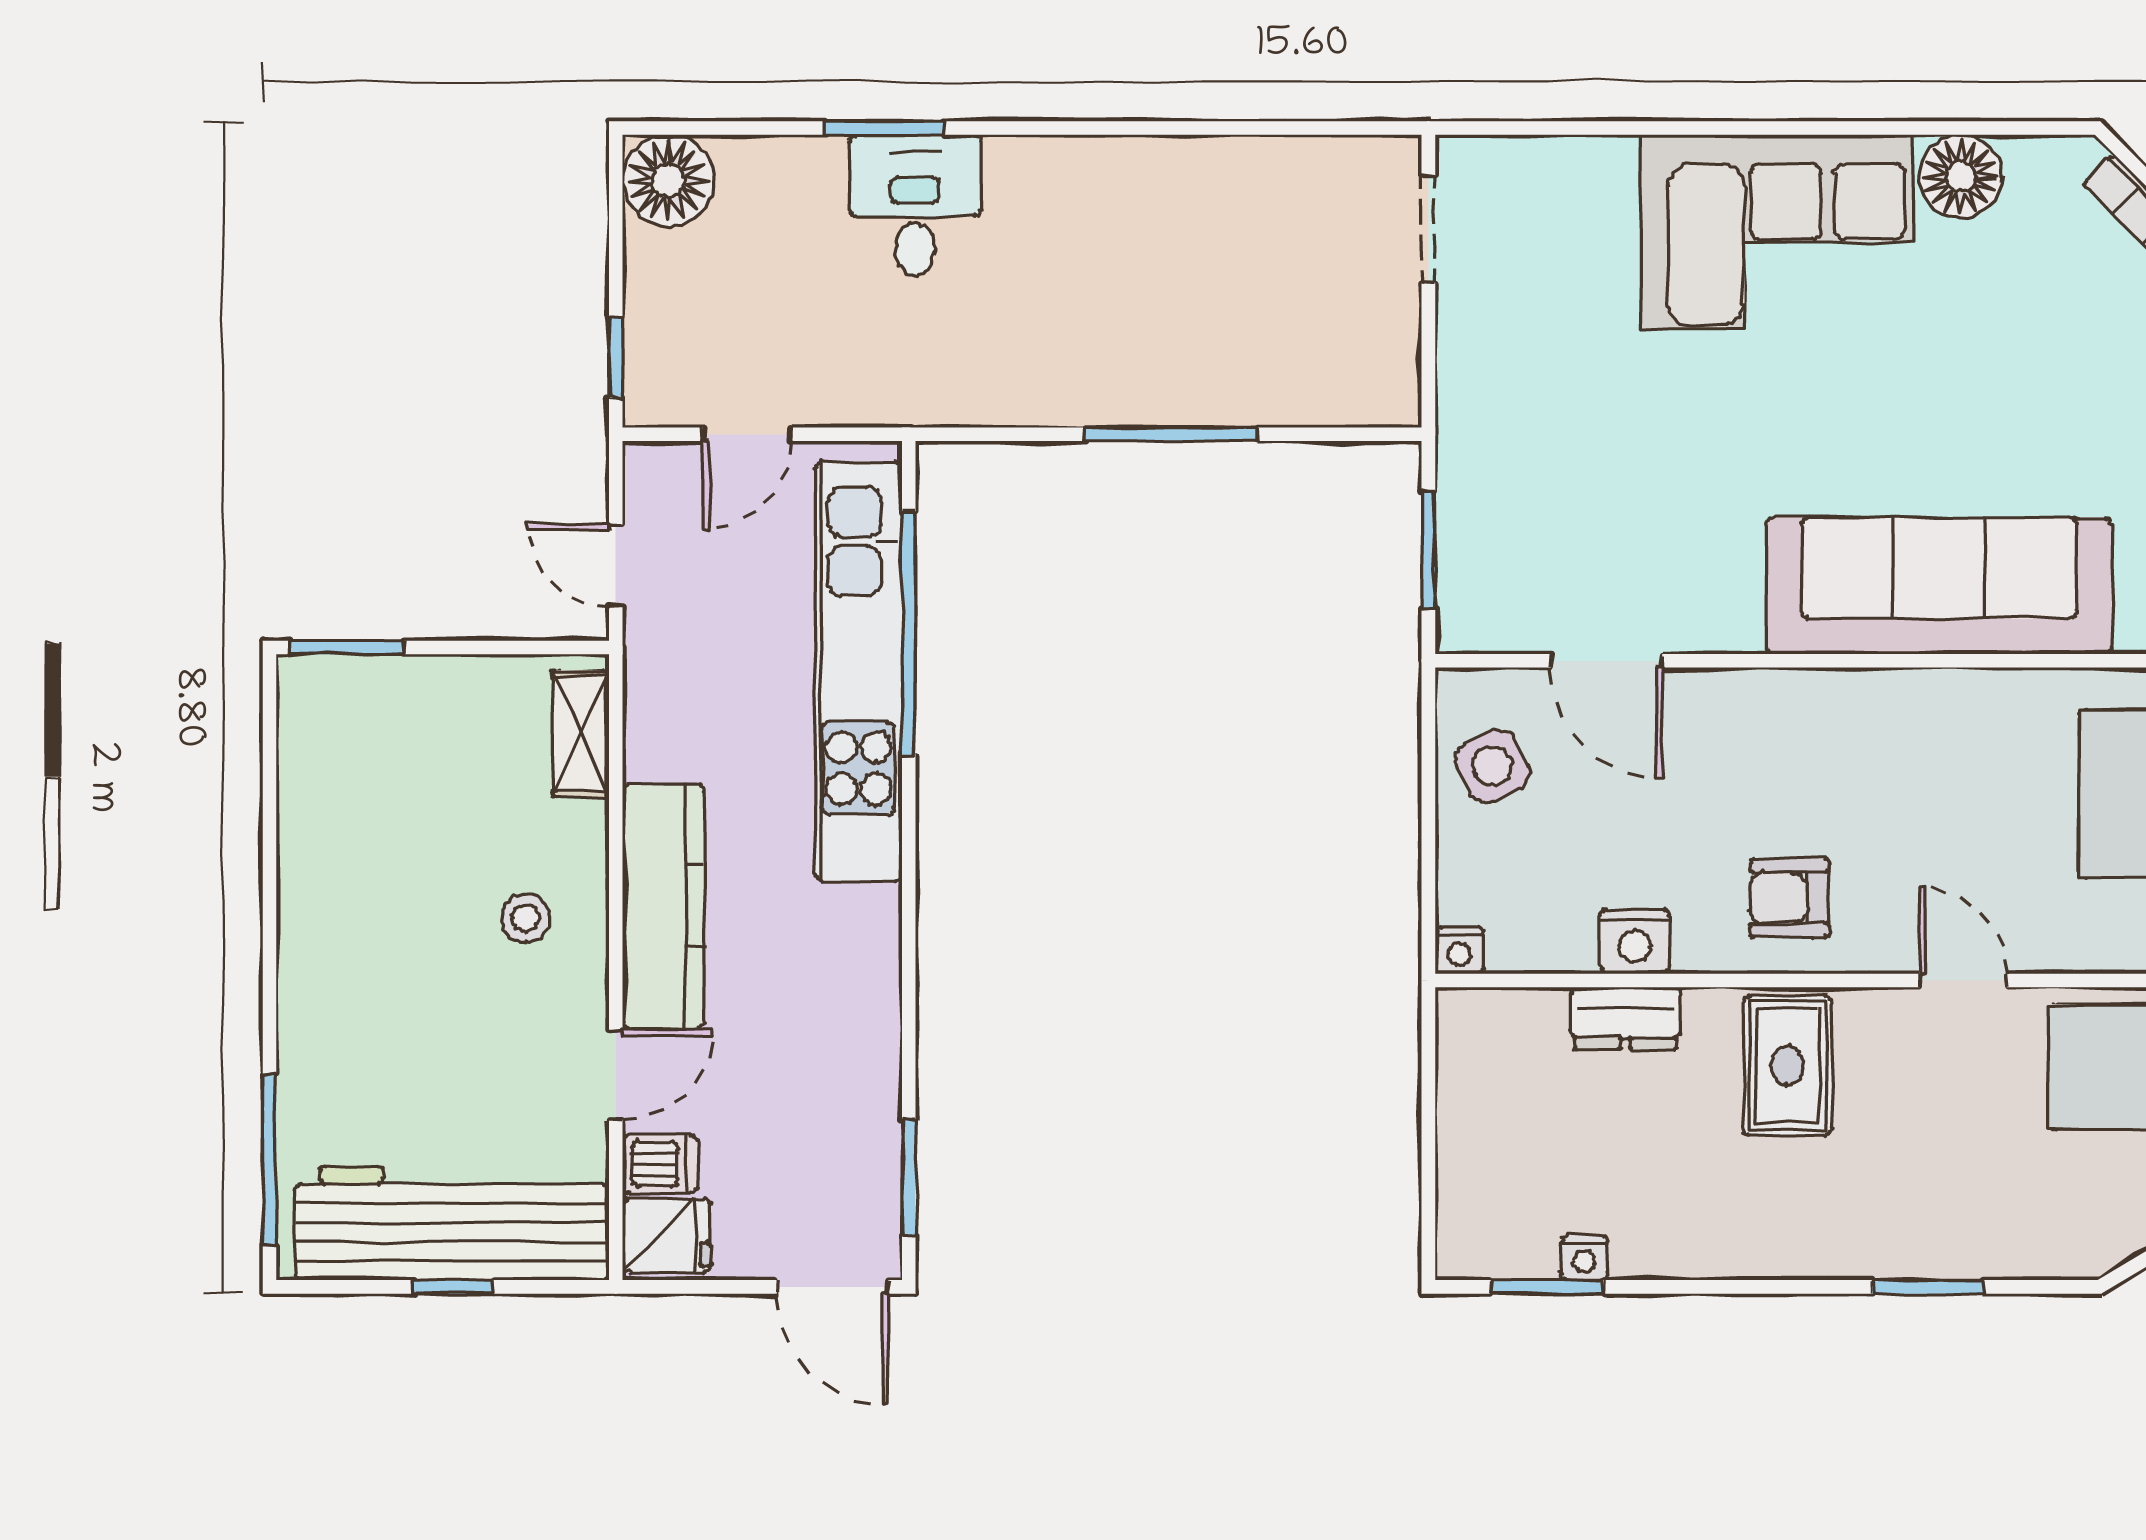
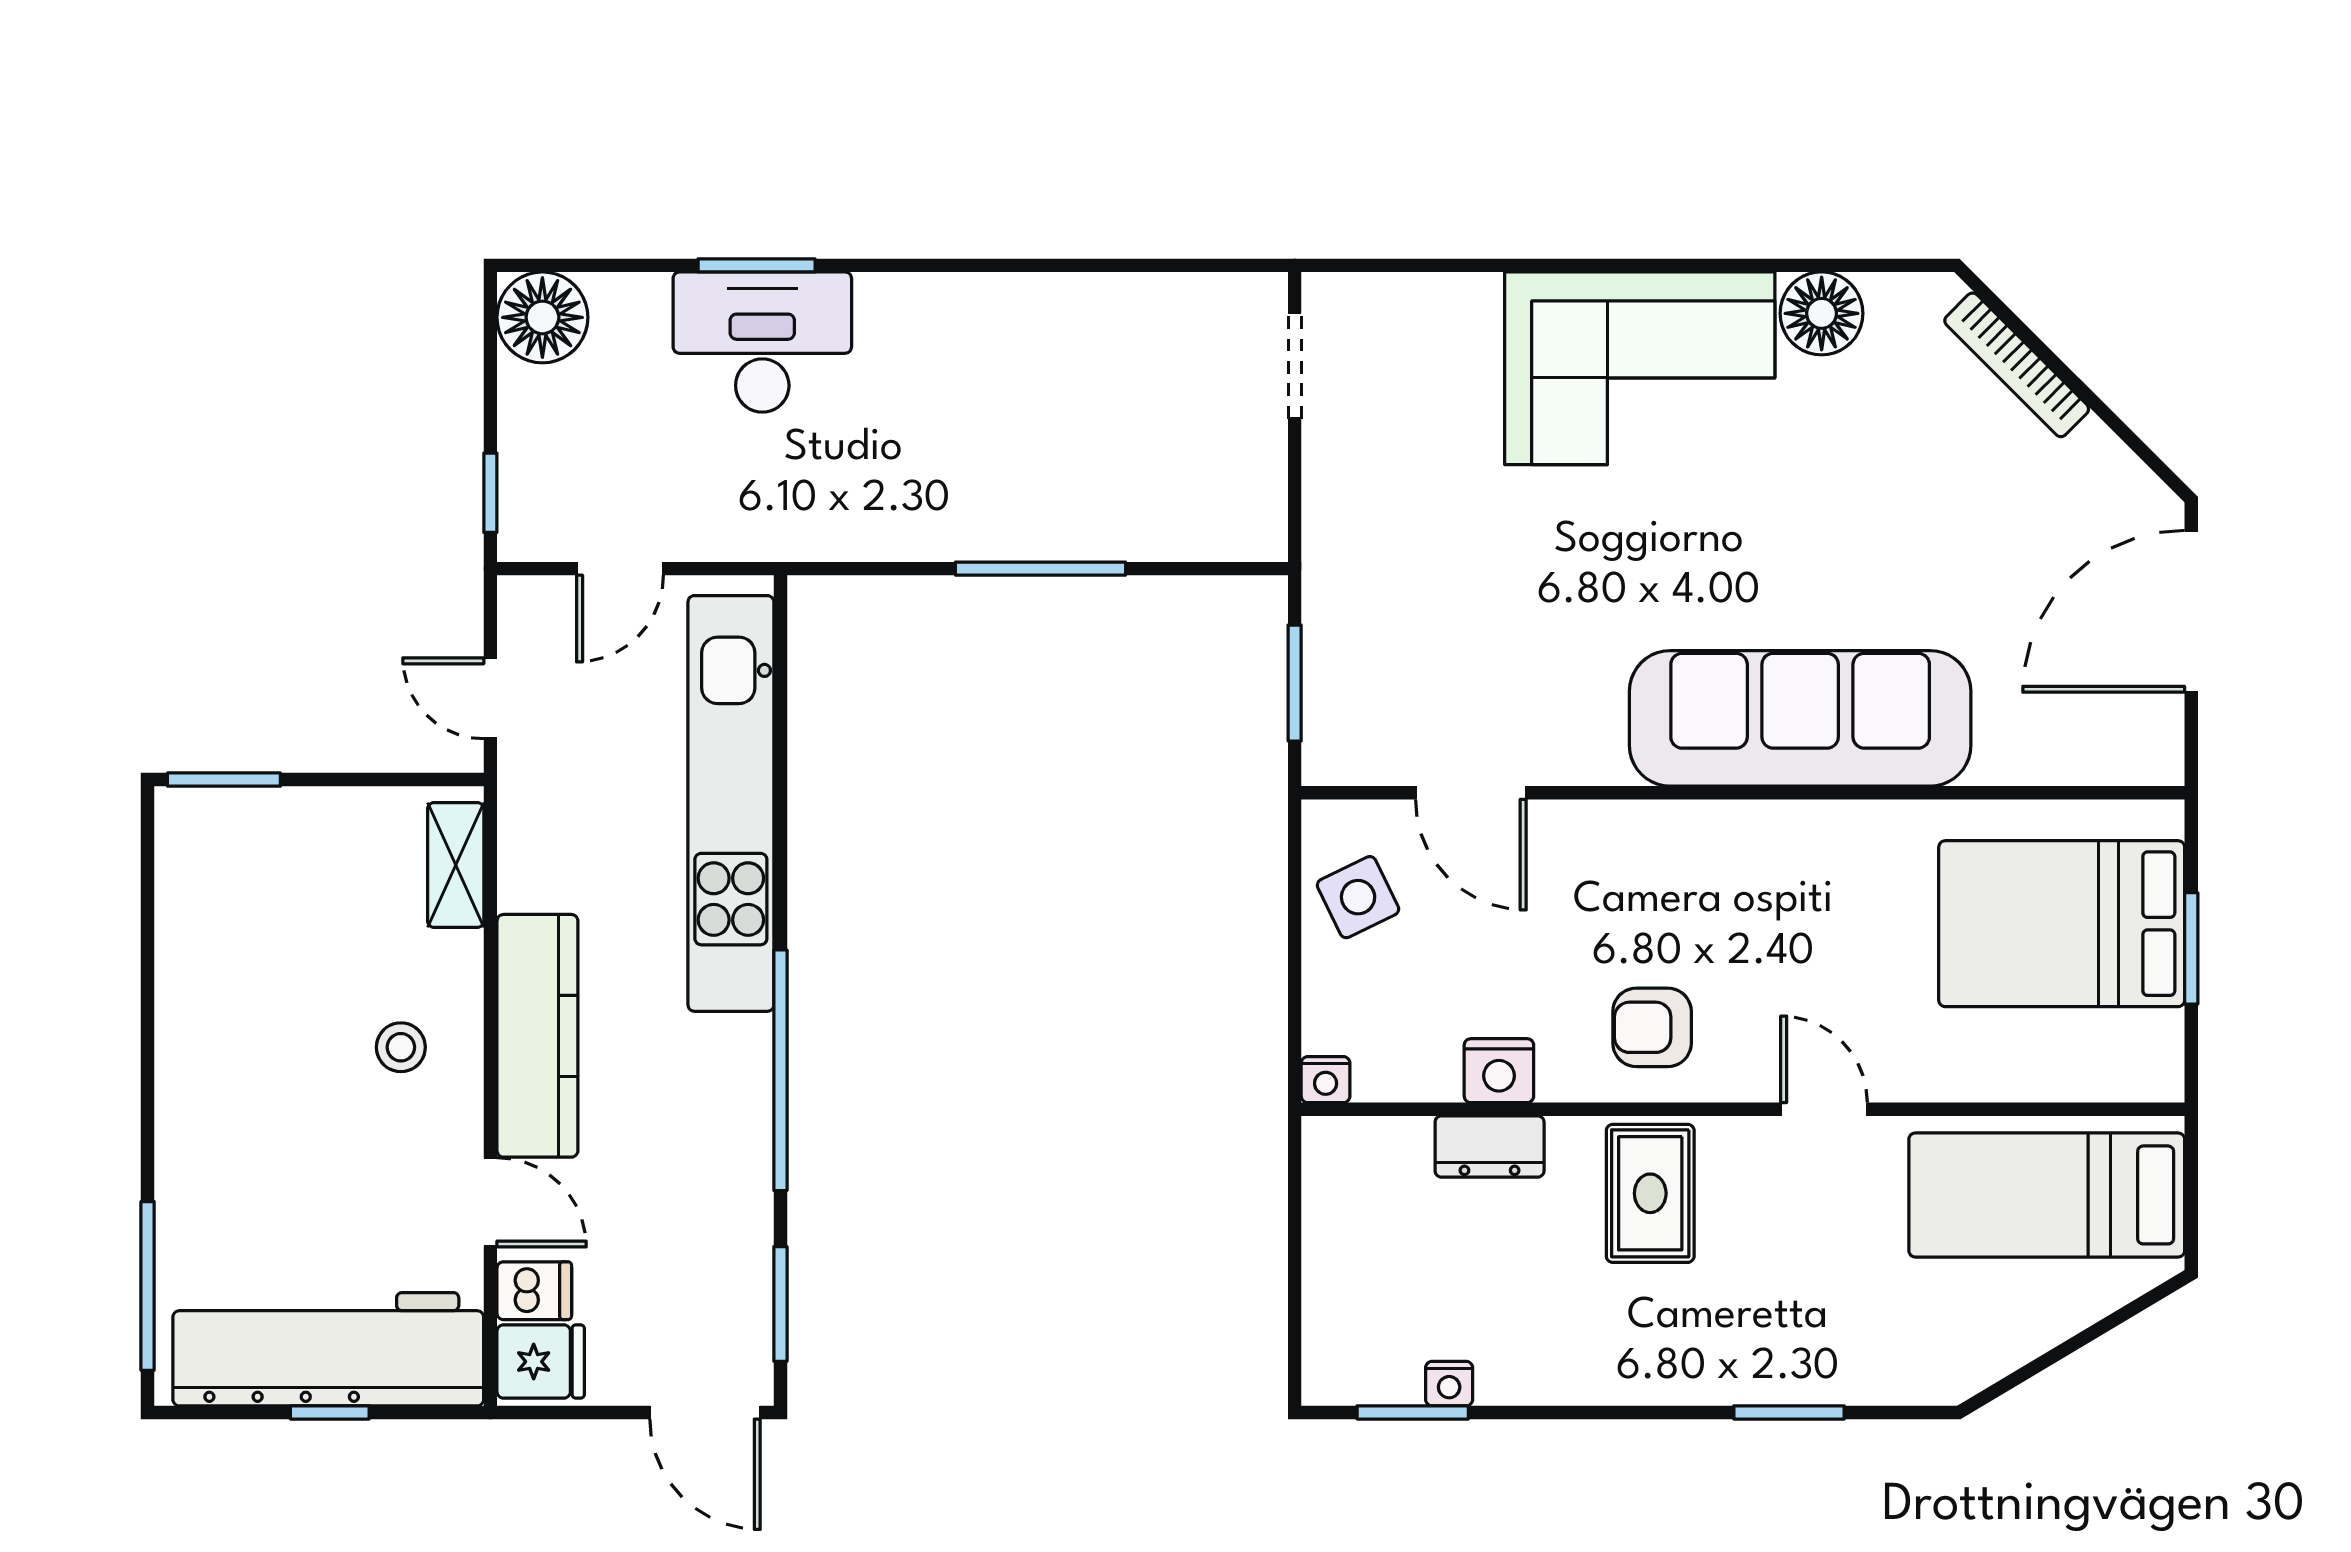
desk: (915, 205) -> (762, 342), width x1.37
window: (909, 634) -> (780, 1070), moved
door: (616, 1075) -> (490, 1202), hinge flipped

